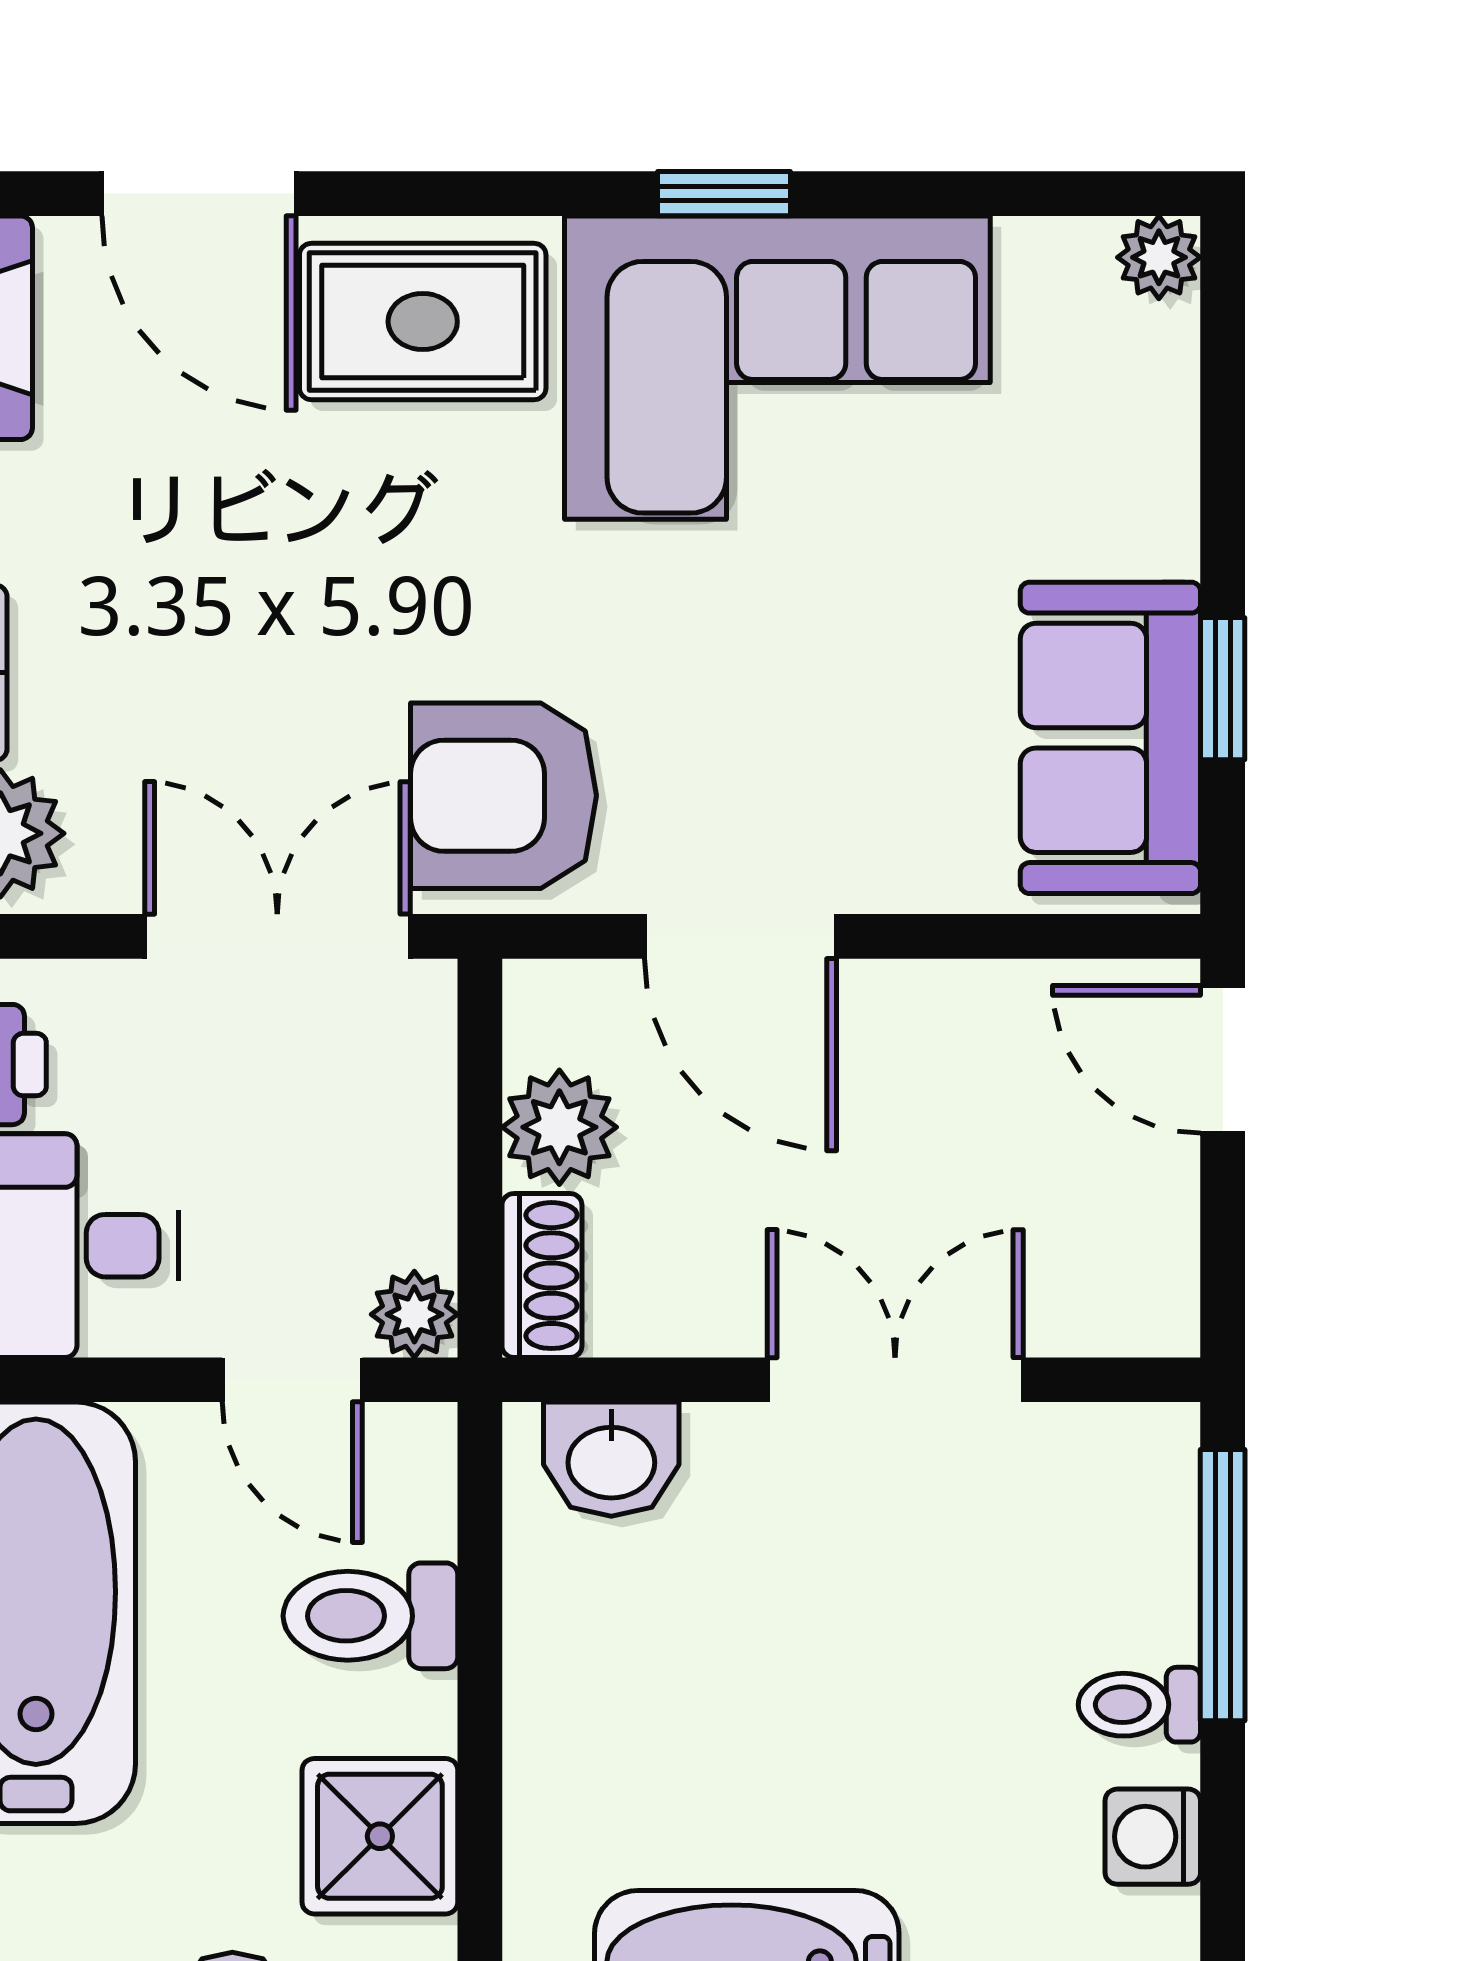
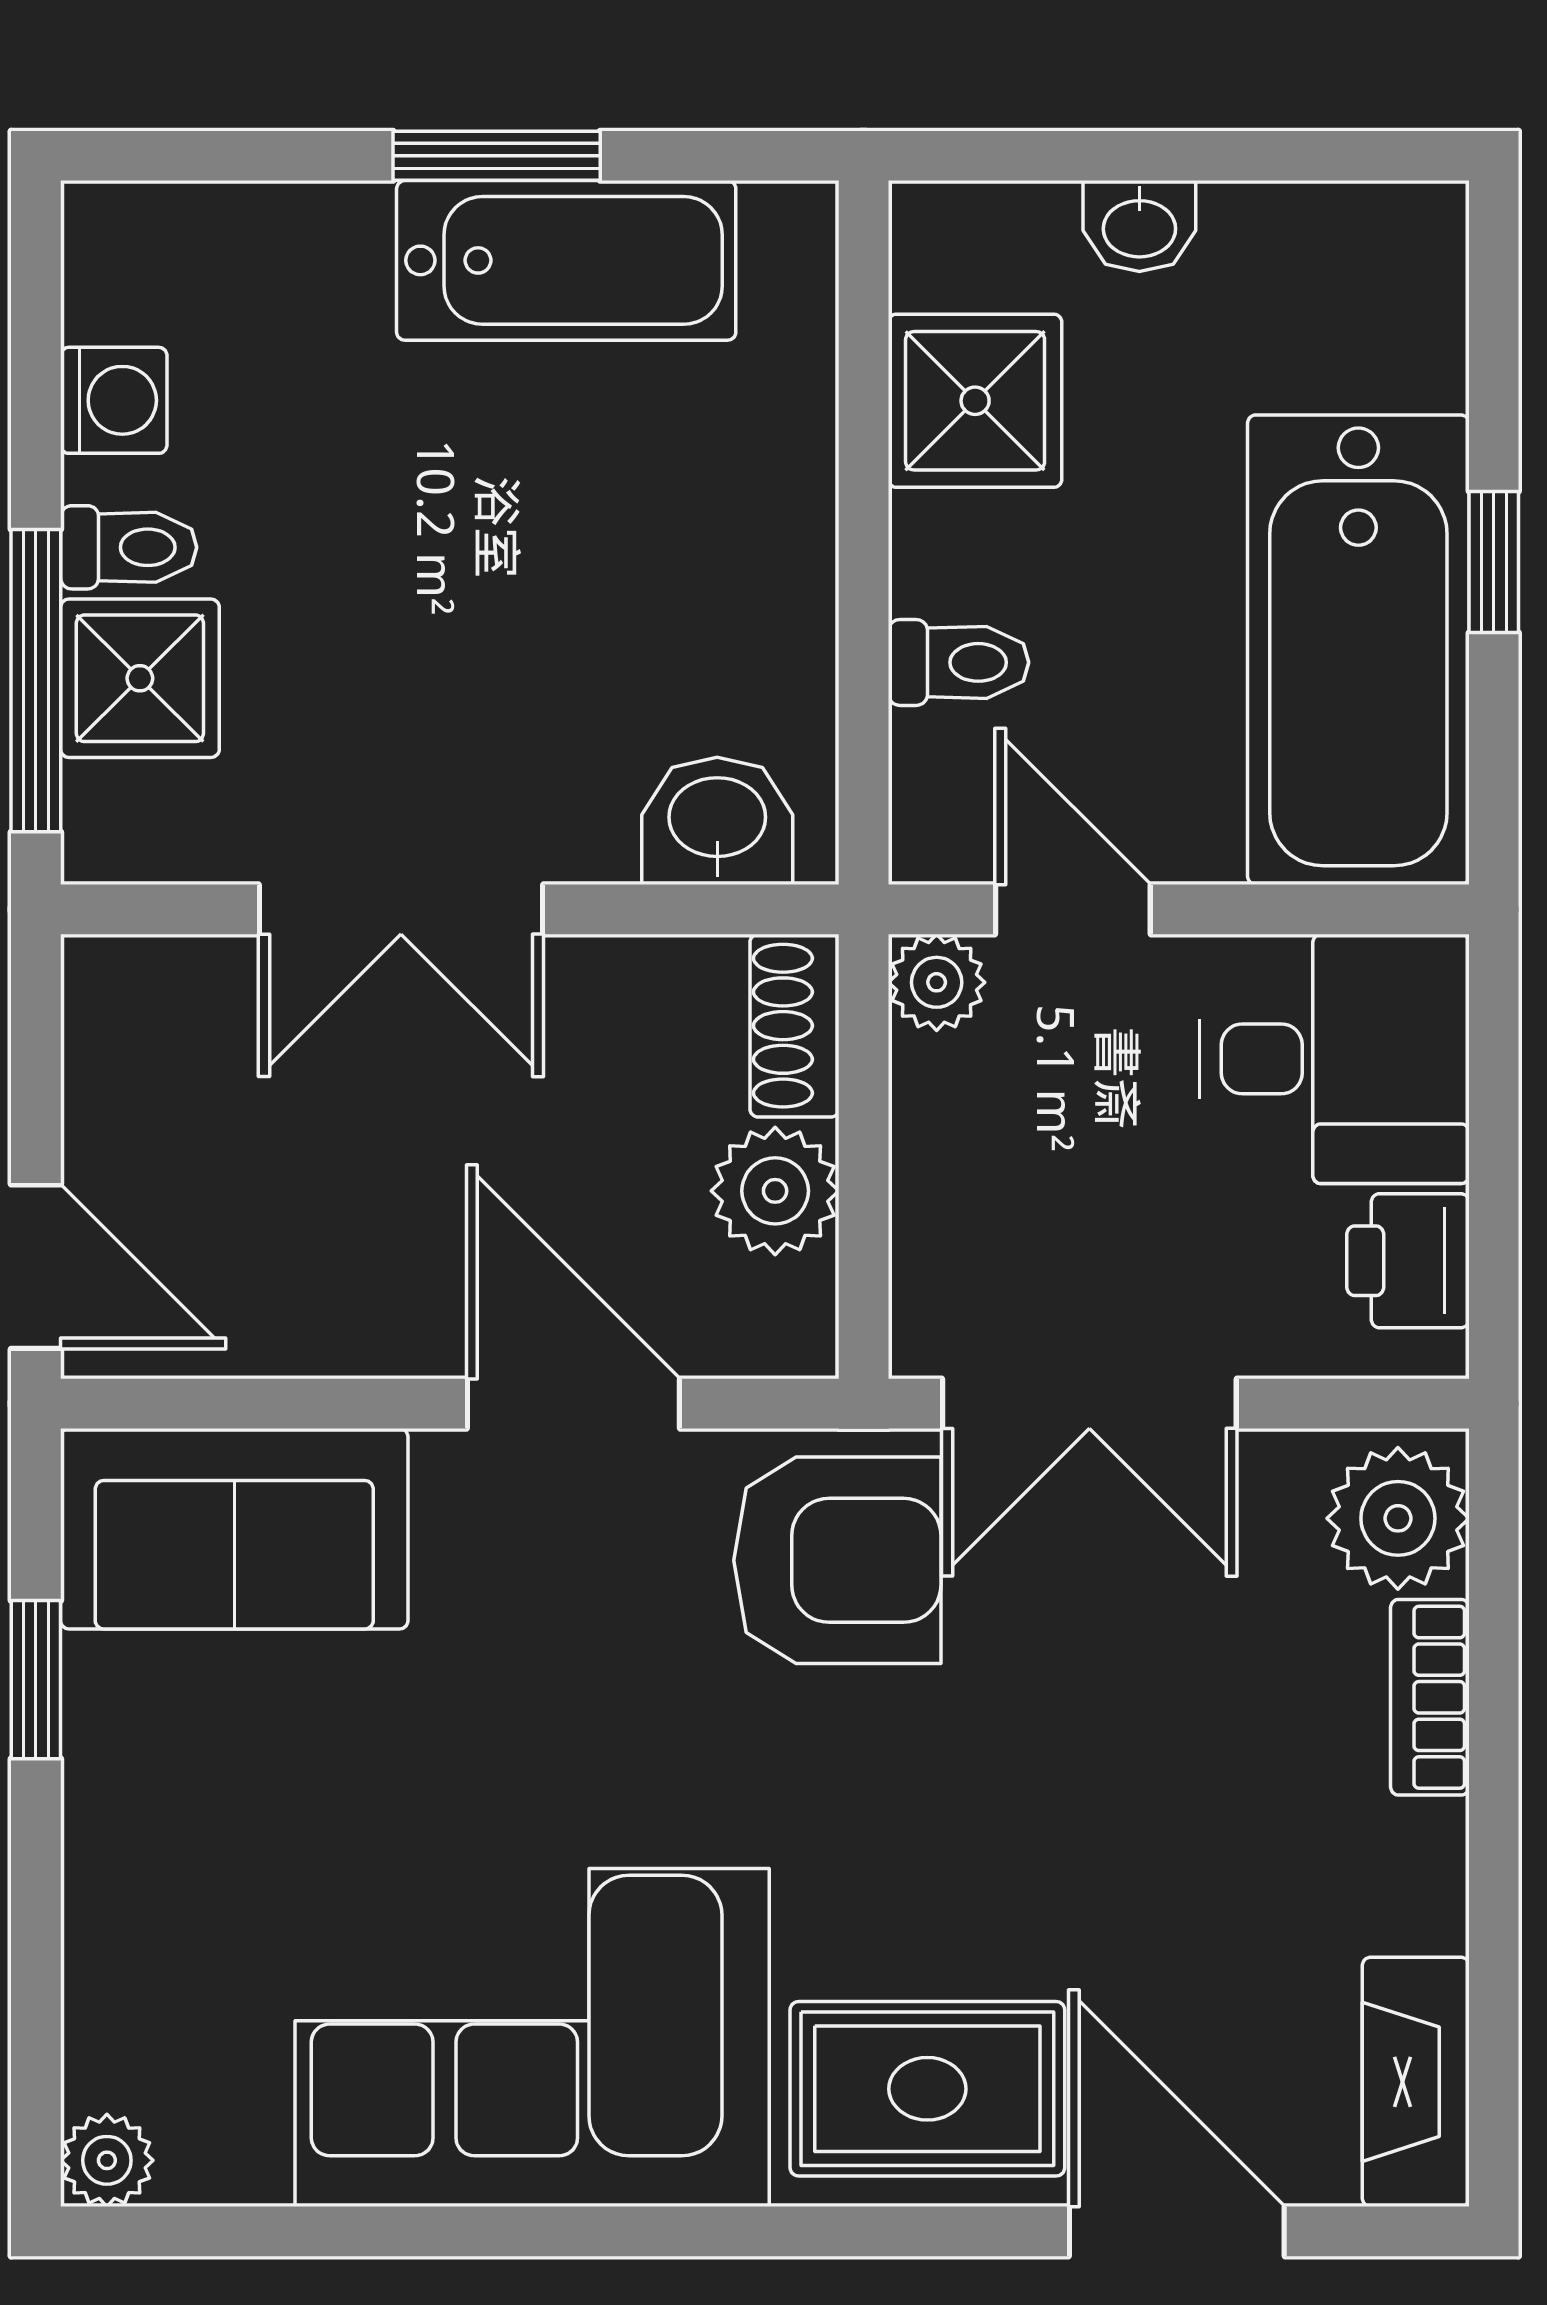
window: (724, 194) -> (592, 2231), removed
sofa: (1110, 738) -> (234, 1529), moved, turned 90
shower: (1129, 1587) -> (140, 678), added
toilet: (370, 1616) -> (959, 662), width x0.73, depth x0.72

